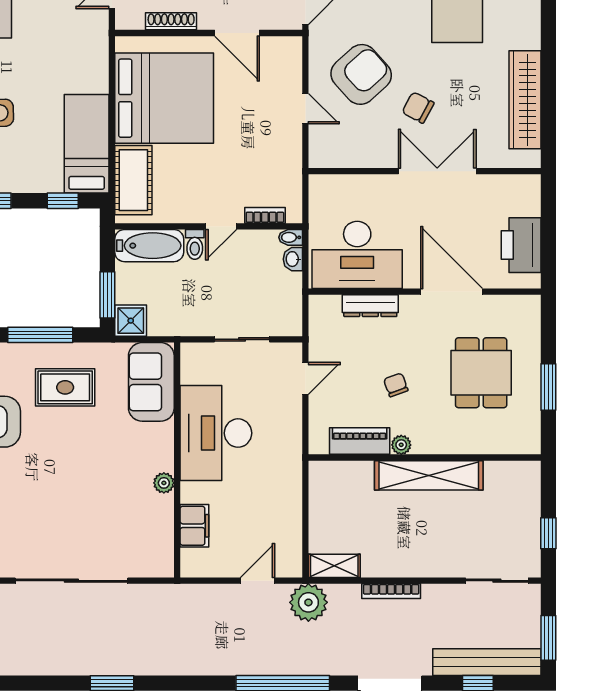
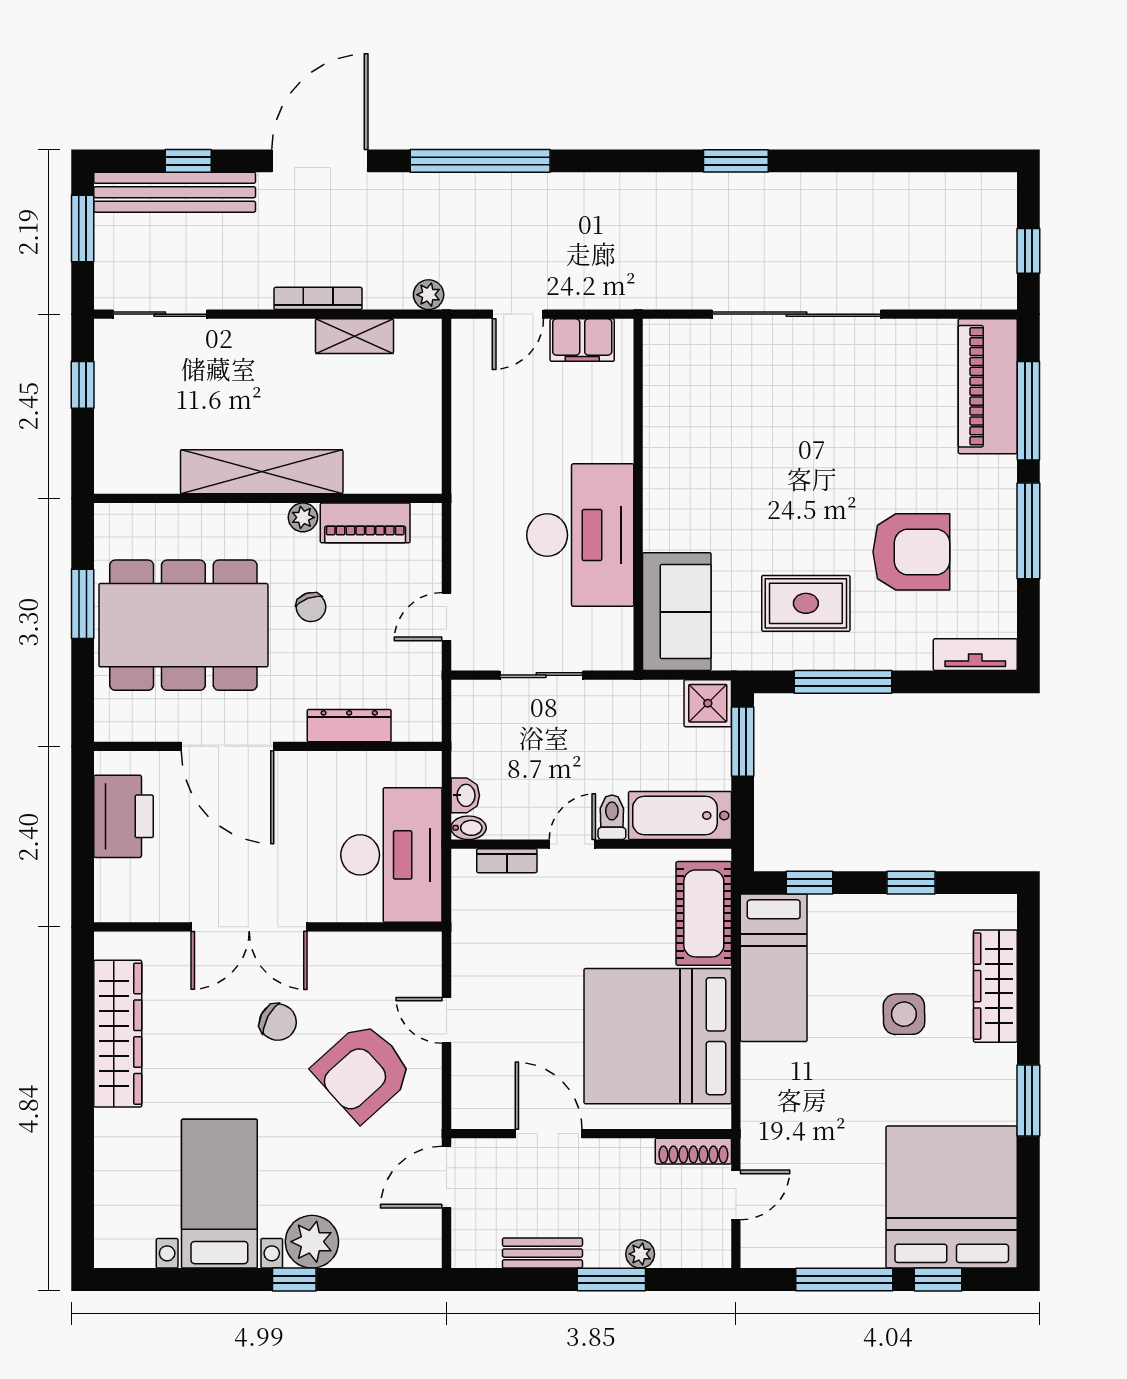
shoe rack: (171, 21) -> (693, 1151), moved
desk: (357, 255) -> (391, 855), moved, turned 90
dining table: (481, 373) -> (183, 625), width x1.88, depth x1.24
plant: (164, 483) -> (658, 460), removed
filing cabinet: (194, 526) -> (582, 340), moved, turned -90
shelving: (334, 566) -> (355, 336), moved
plant: (308, 602) -> (429, 295), width x0.53, depth x0.53

